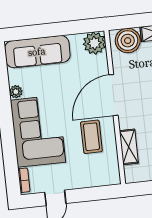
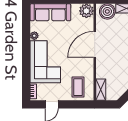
coffee table: (91, 137) -> (78, 87), moved
shelving: (129, 147) -> (101, 90), moved

